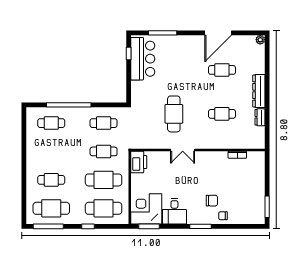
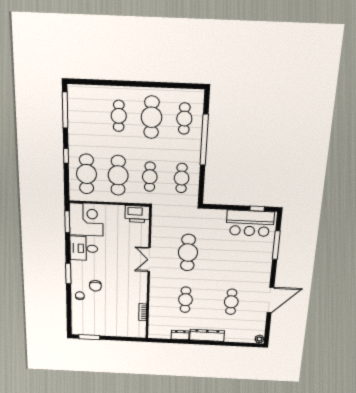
door: (218, 33) -> (270, 300), swing flipped
cafe table: (174, 114) -> (188, 253), turned 90
cafe table: (51, 208) -> (151, 117), moved

